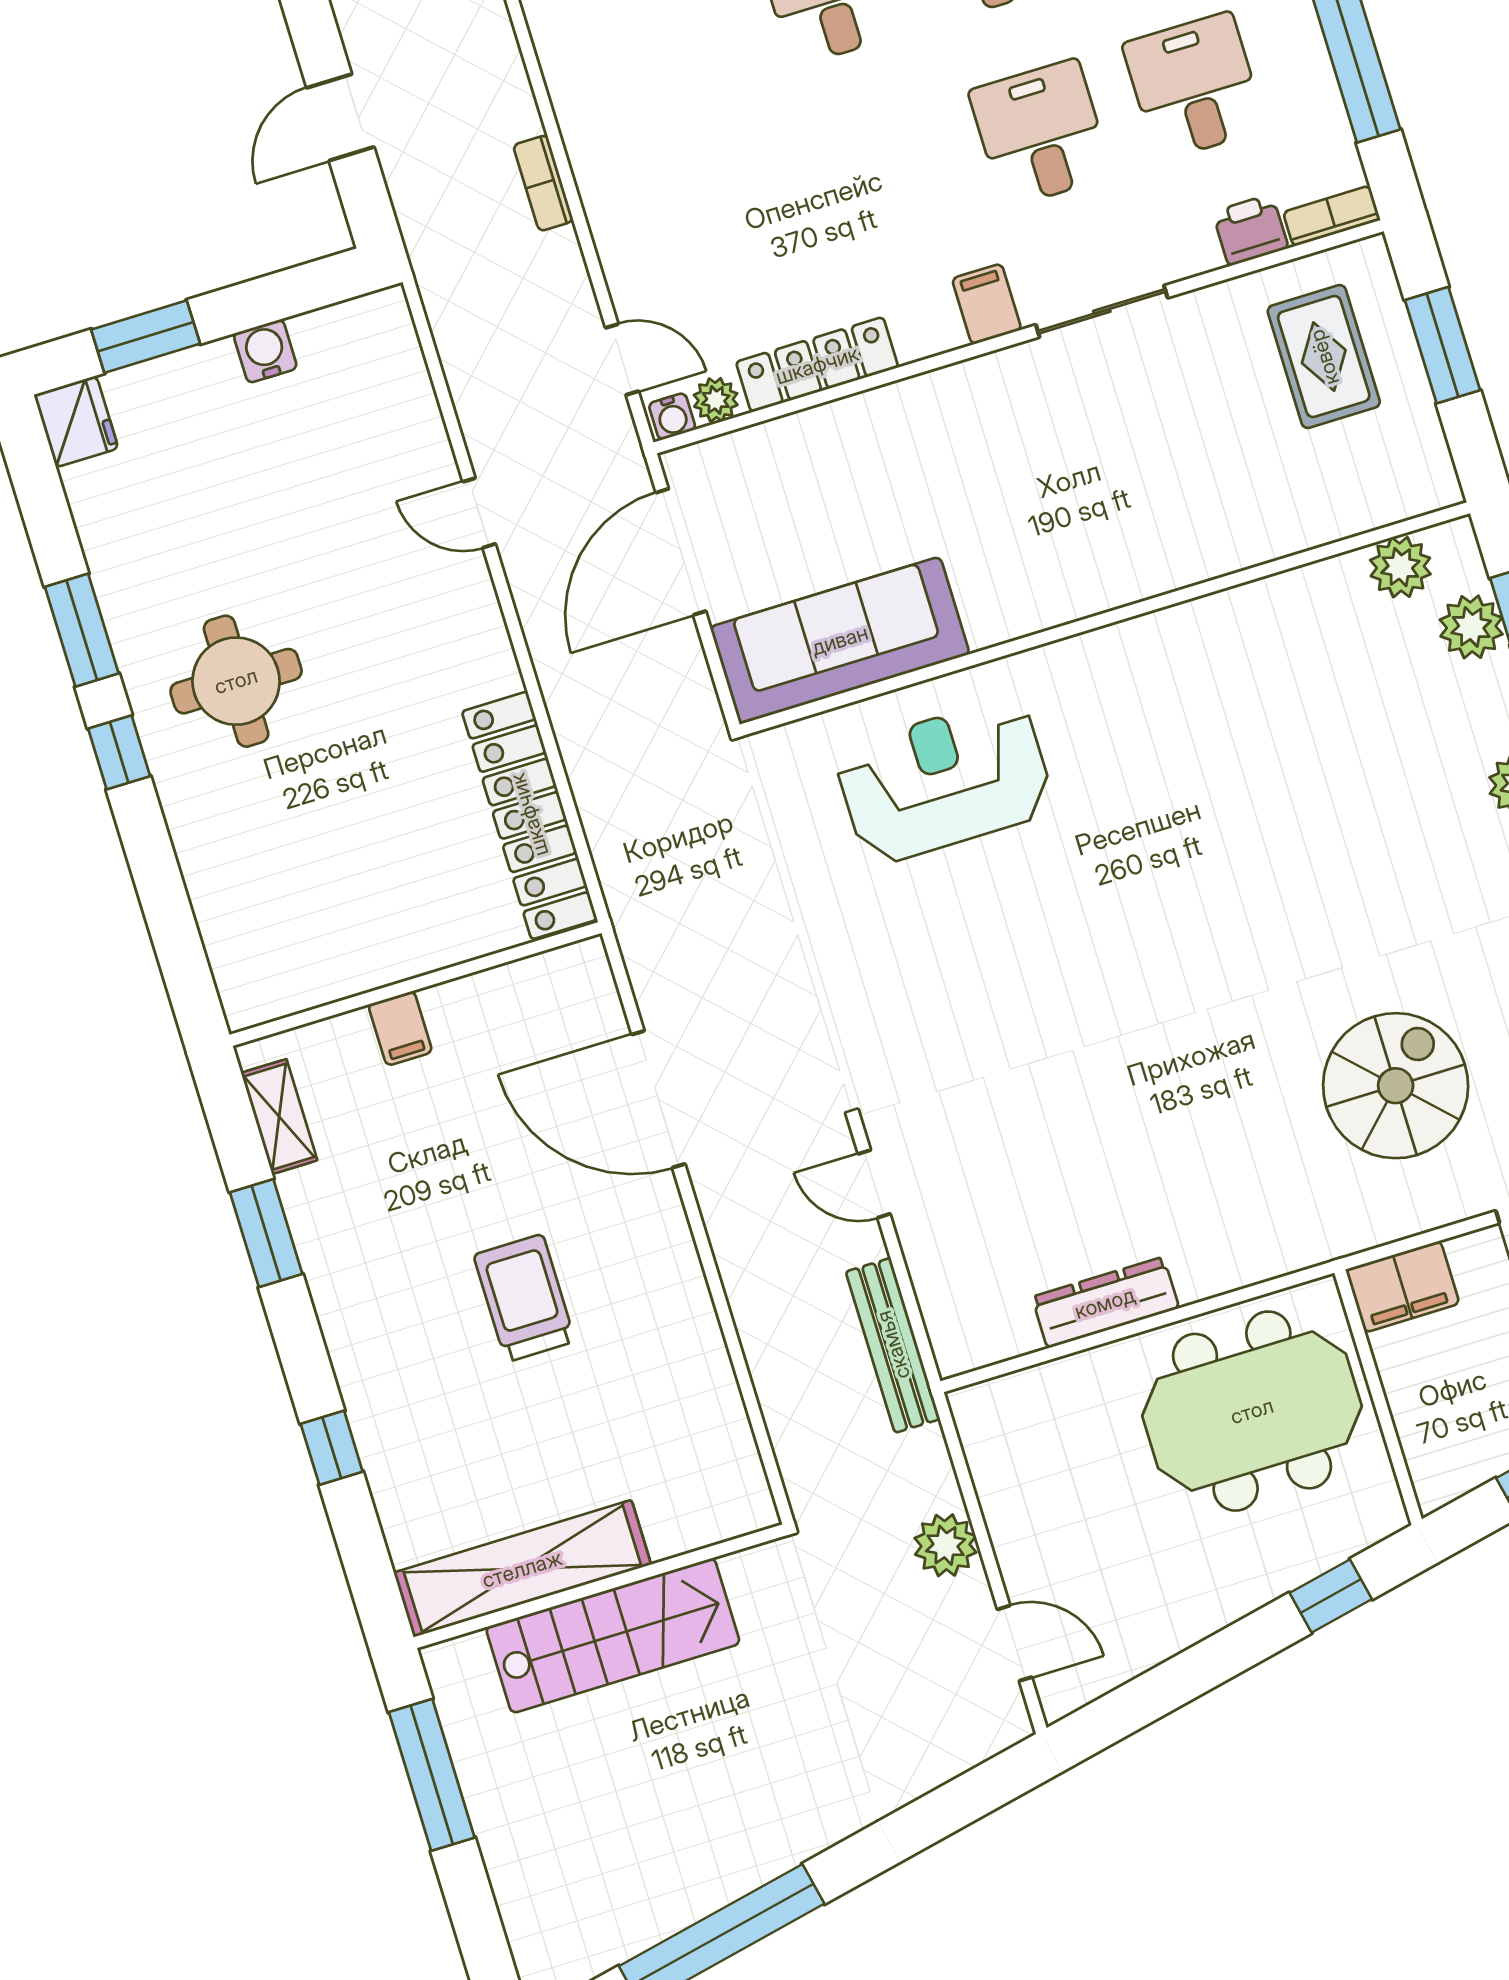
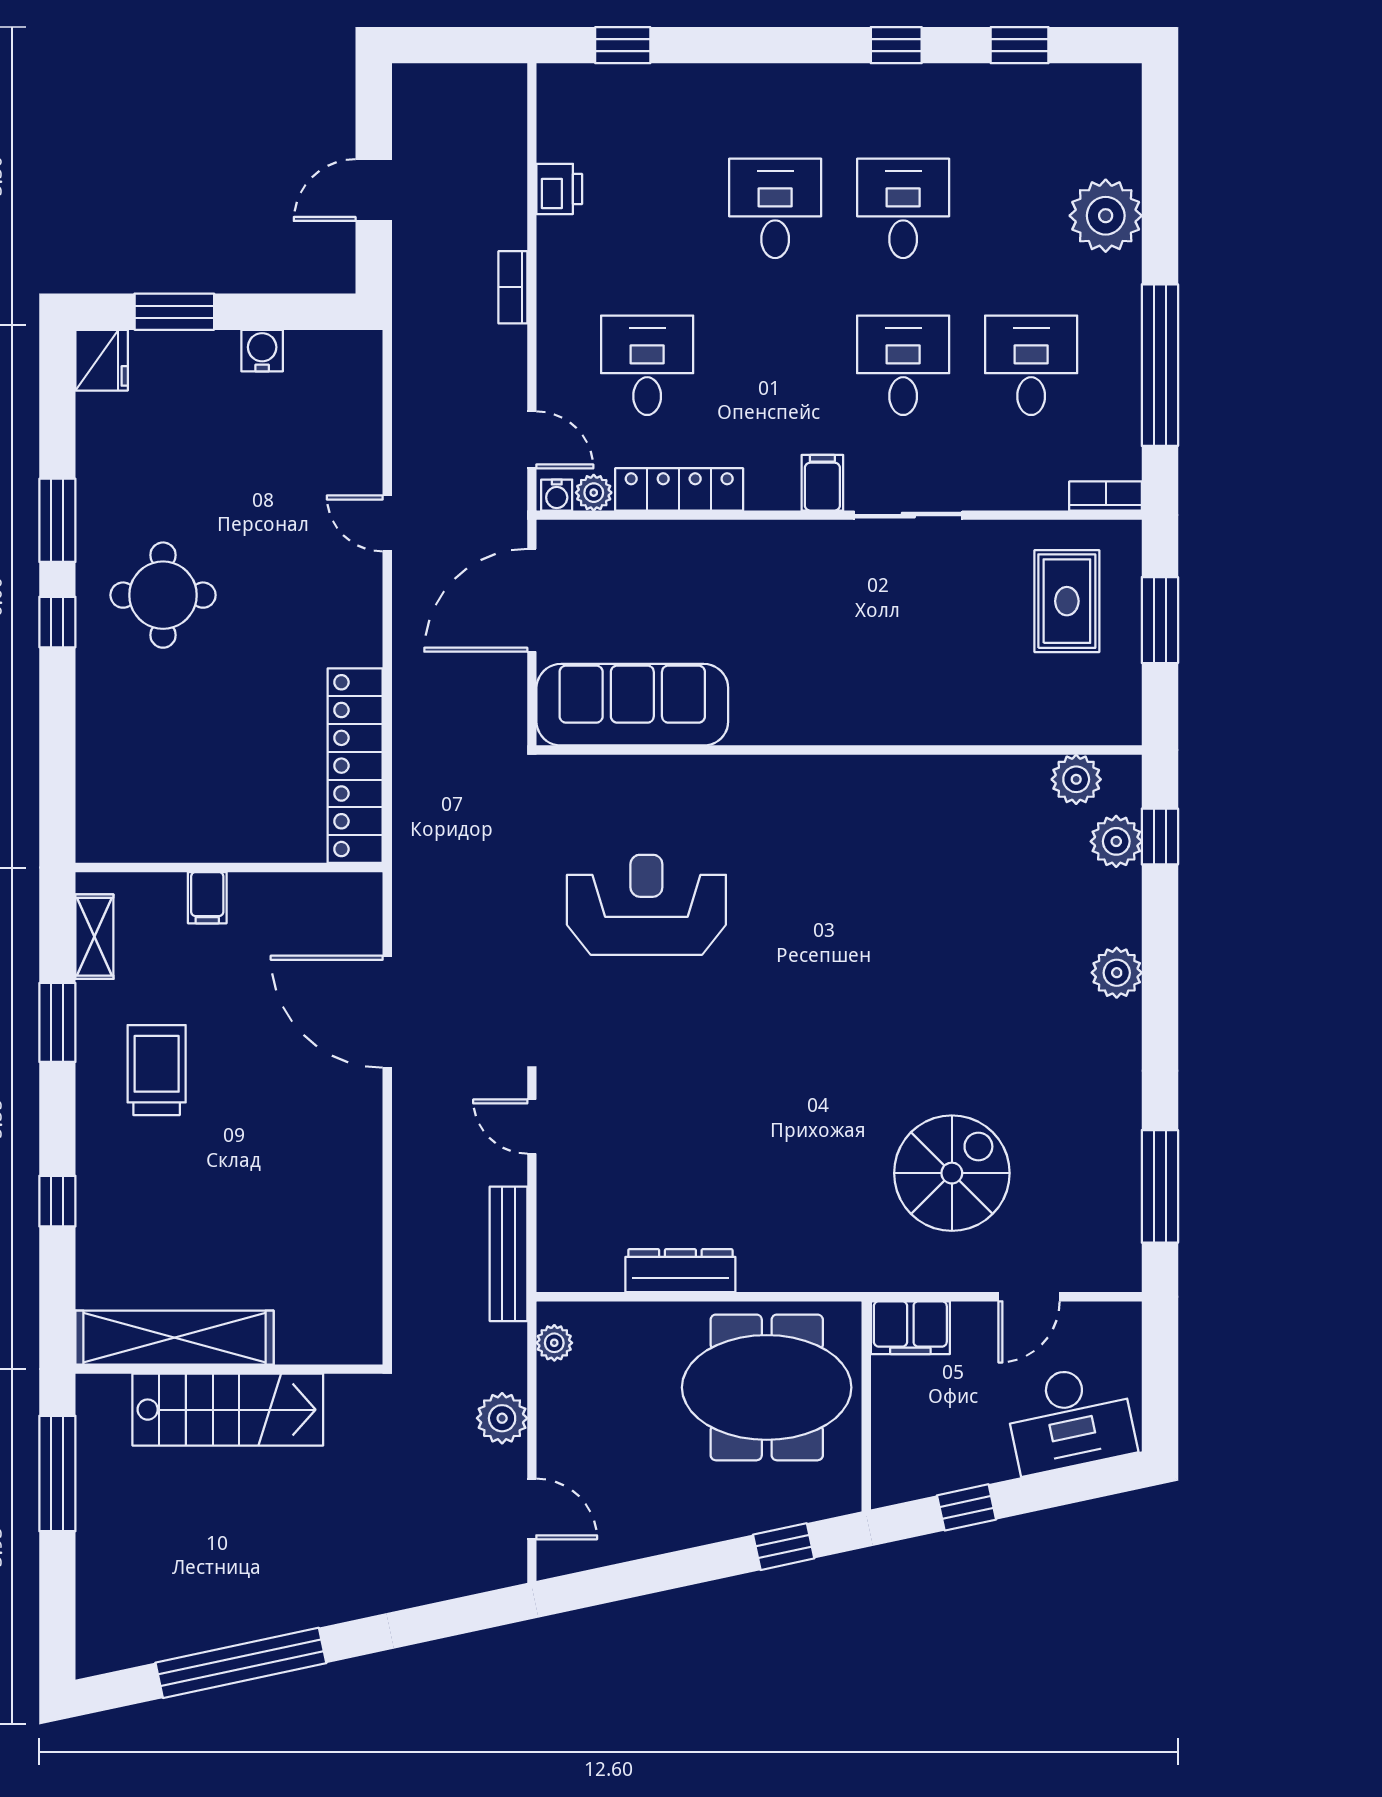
desk: (733, 227) -> (647, 365), added
printer: (1250, 230) -> (559, 189), moved, turned 90
reception desk: (944, 781) -> (646, 905), moved
trolley: (524, 1298) -> (157, 1070), moved
plant: (980, 1435) -> (554, 1343), added

